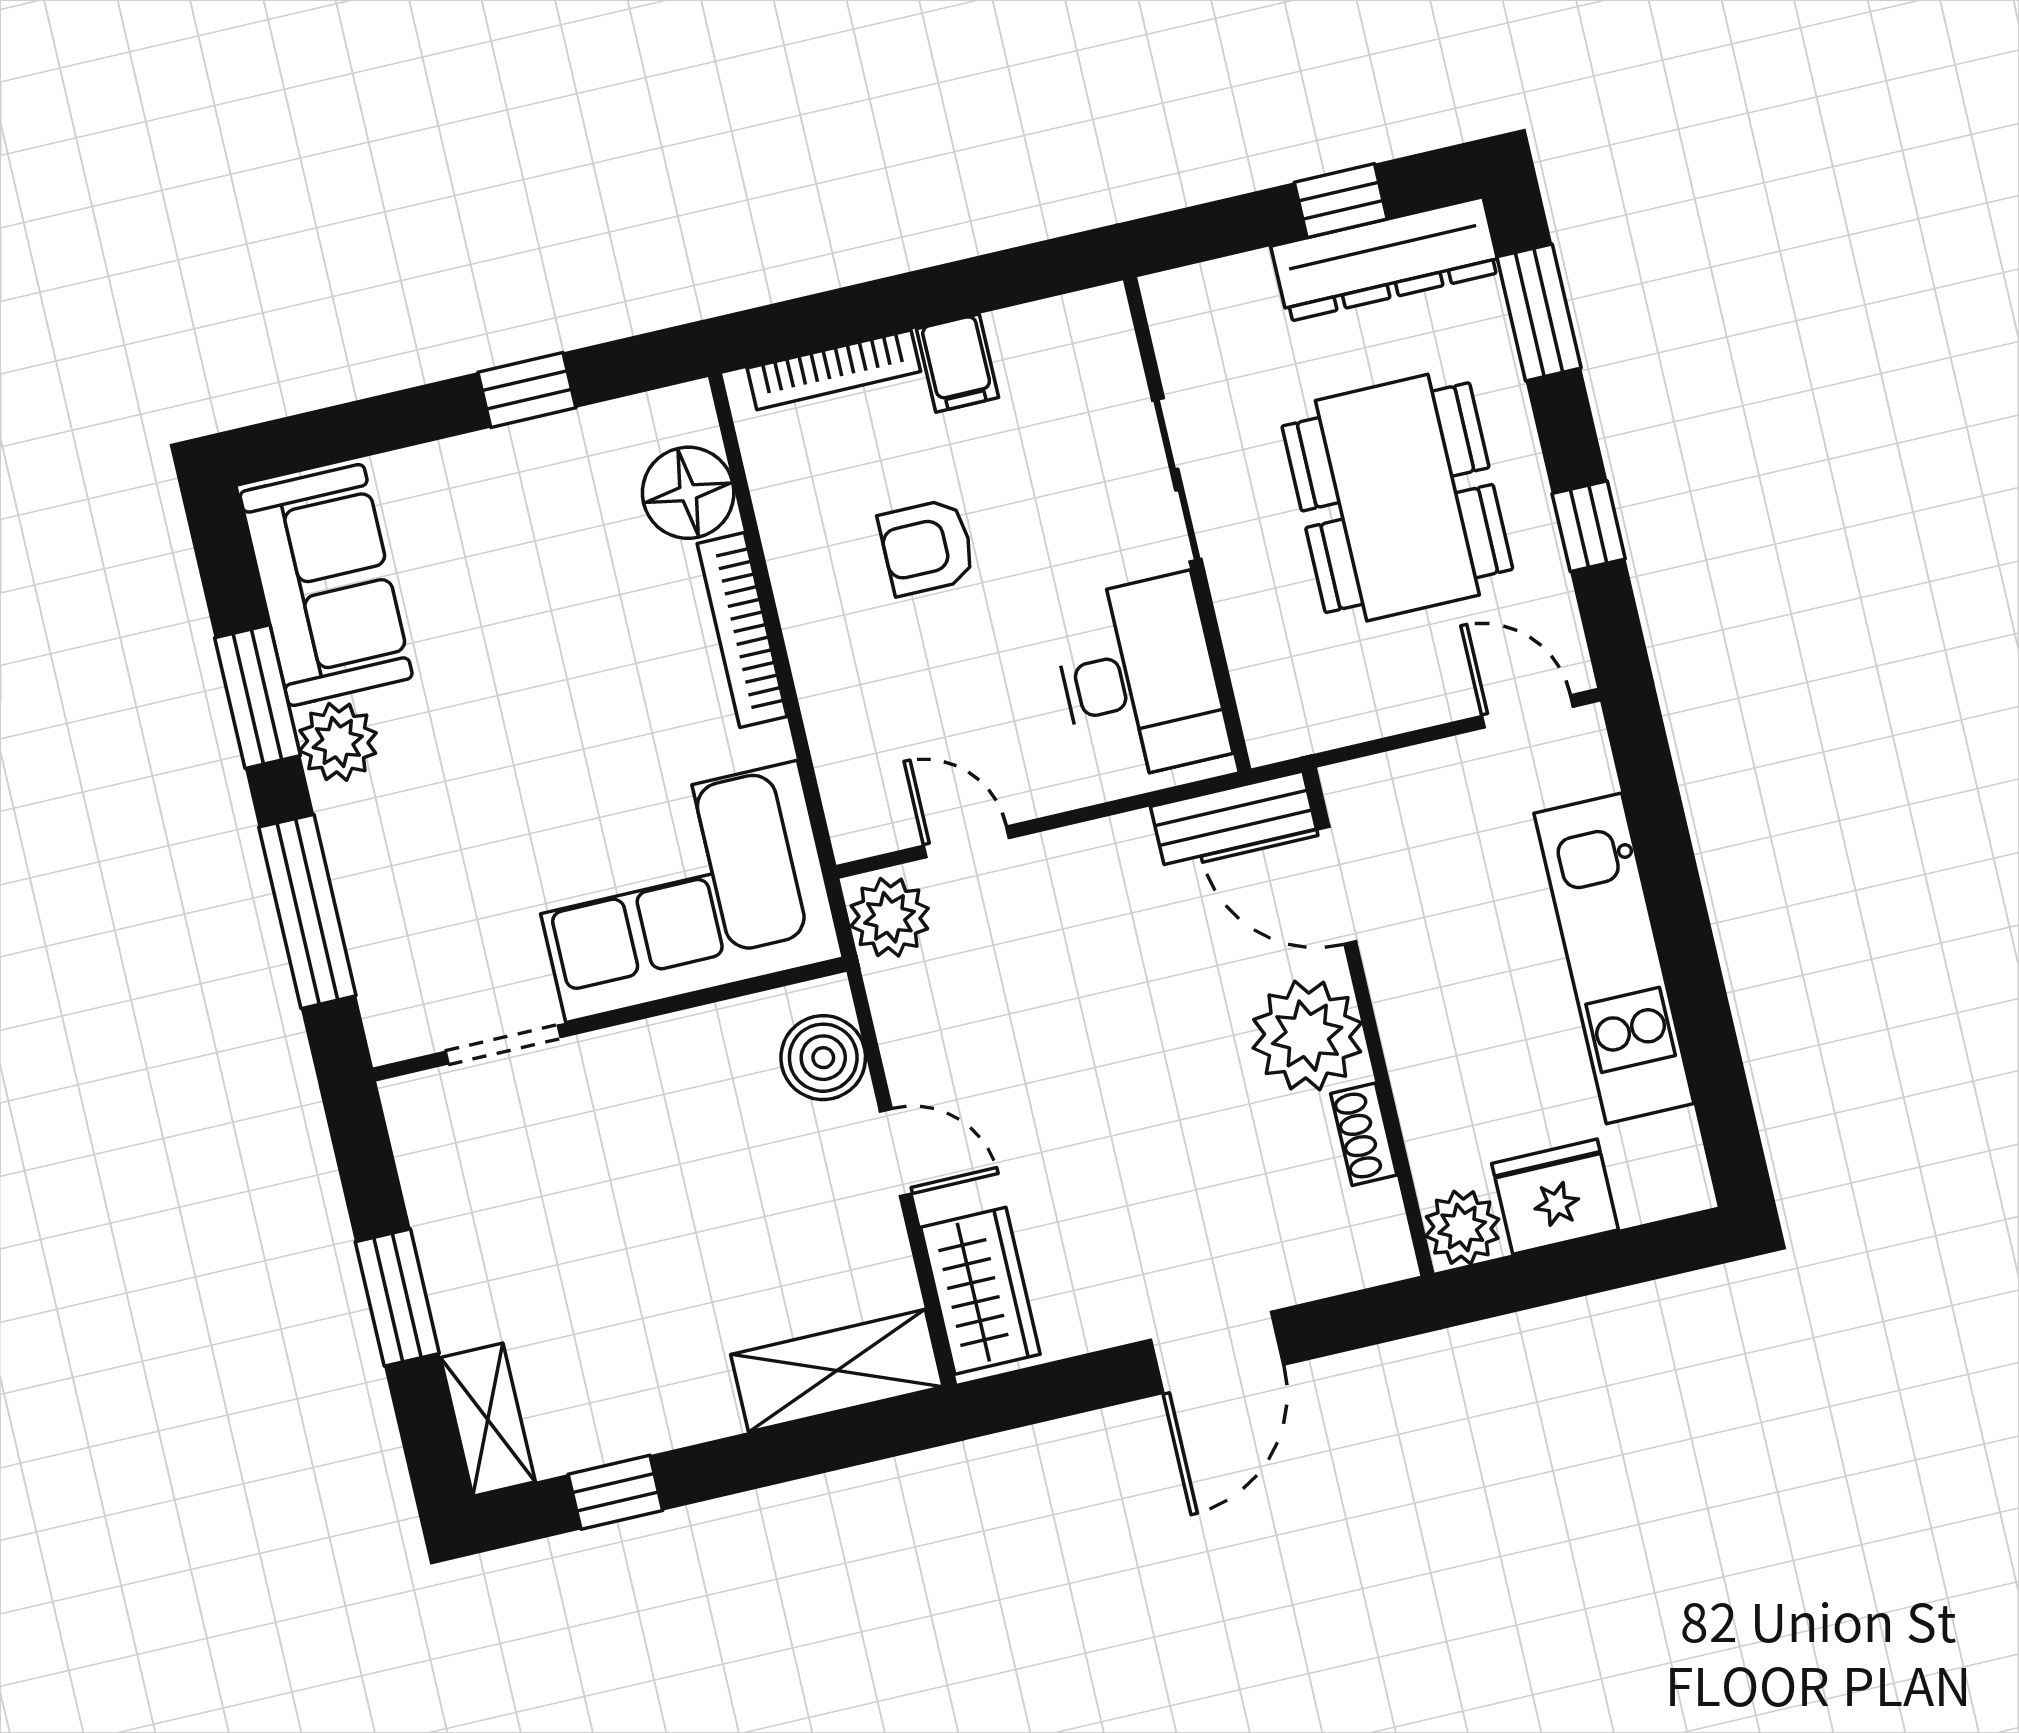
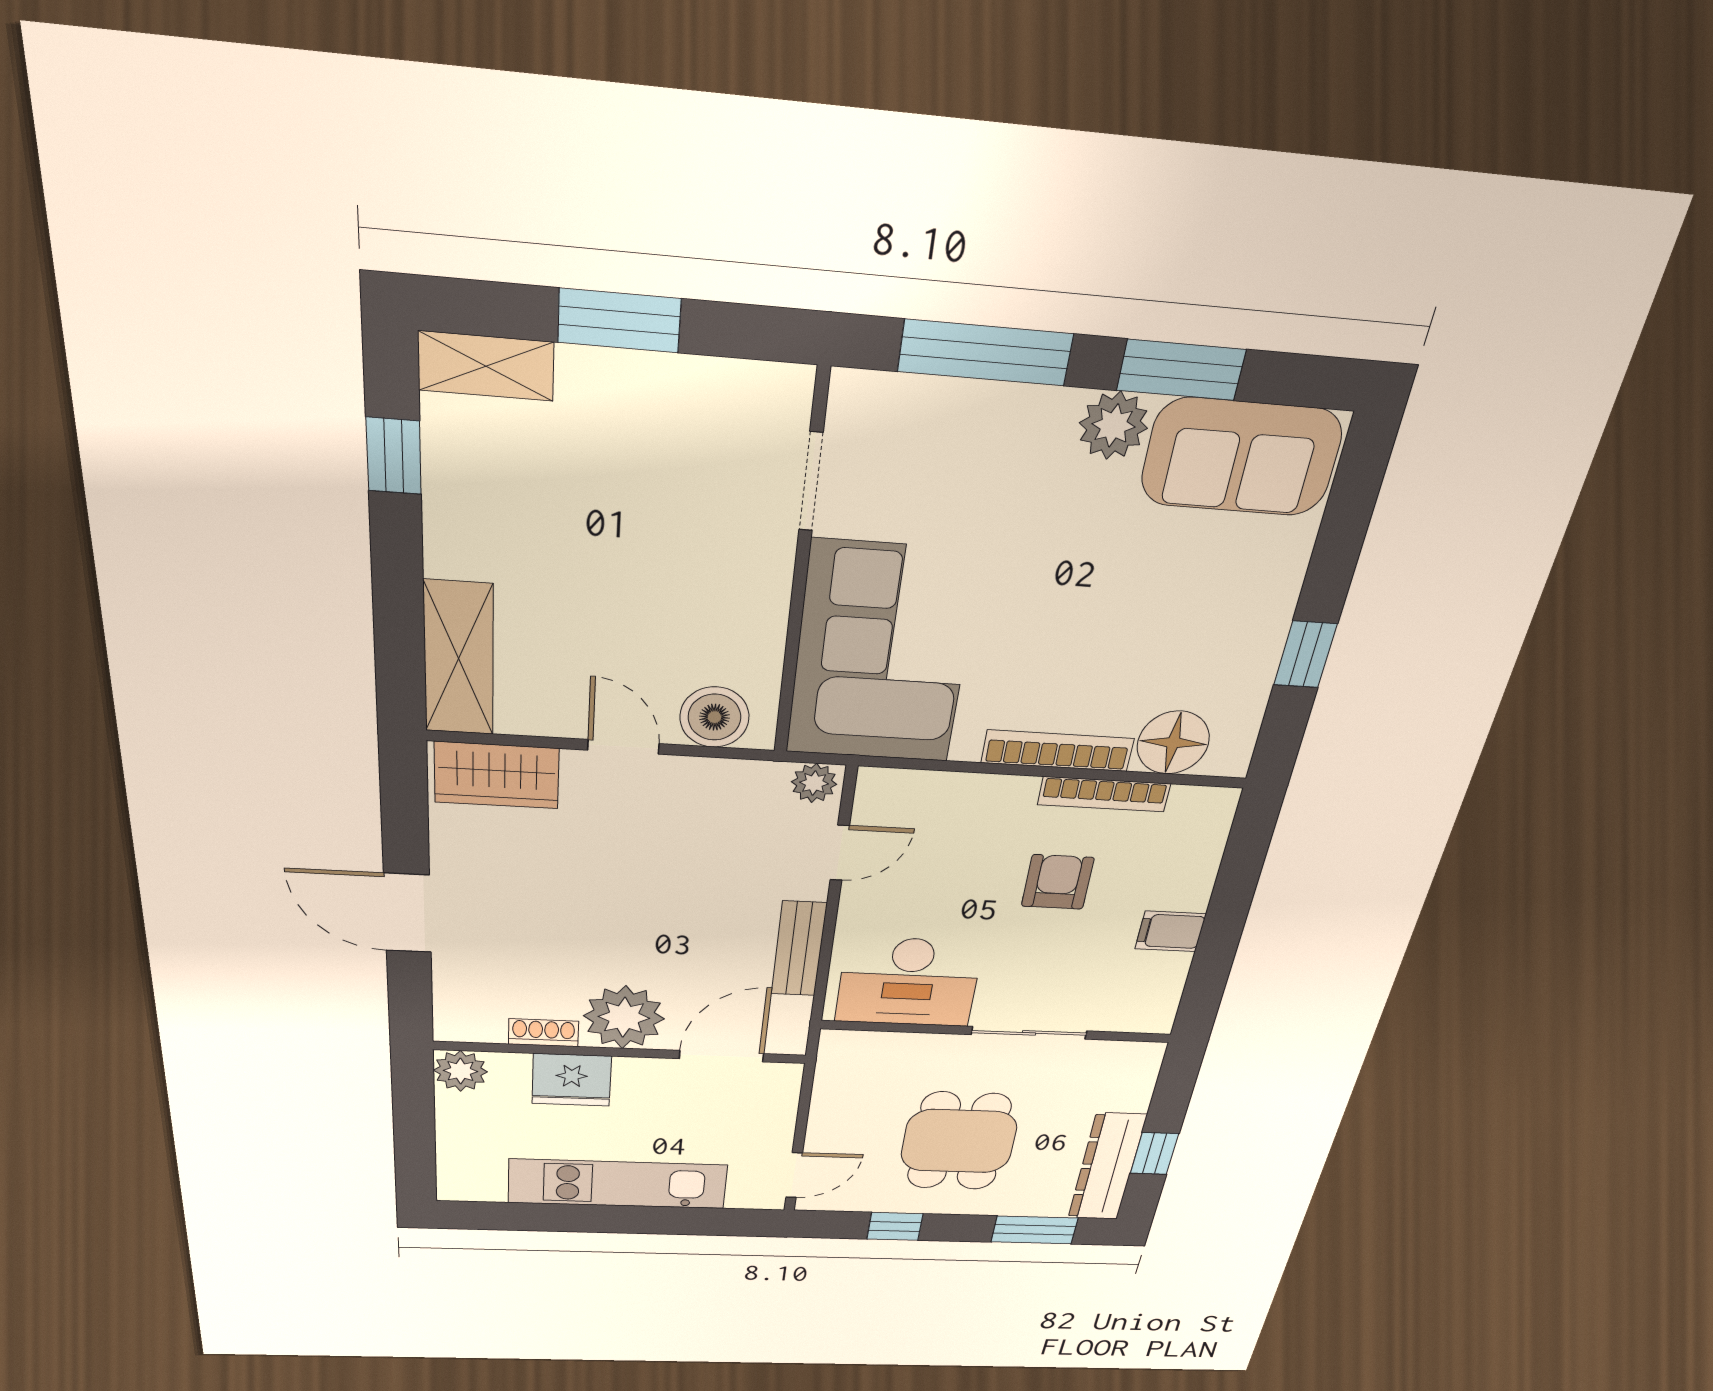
bookcase: (834, 370) -> (1104, 794), moved, turned -90
dining table: (1397, 498) -> (959, 1141), width x0.73
bench: (1233, 818) -> (799, 949), moved
plant: (889, 917) -> (814, 783), width x0.73, depth x0.73
door: (896, 1152) -> (623, 747), swing flipped
fridge: (1555, 1197) -> (572, 1080), moved, turned 90

